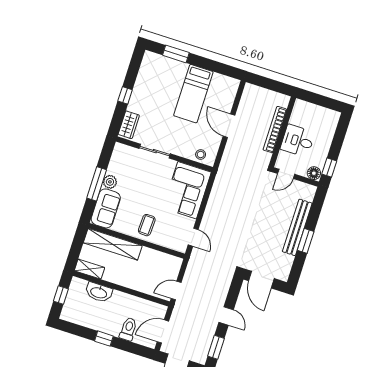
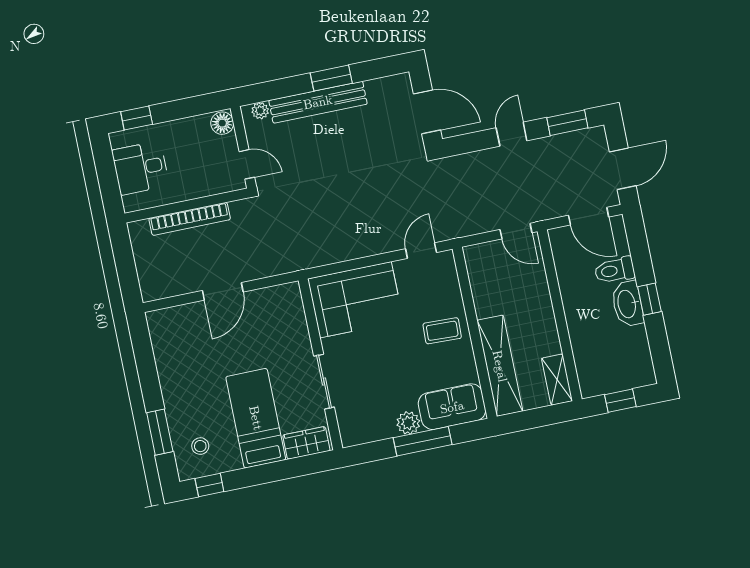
bed: (193, 94) -> (256, 418), moved, turned -90
window: (125, 95) -> (209, 485), moved
desk: (298, 141) -> (140, 168), moved, turned 90
stool: (201, 154) -> (200, 446), moved
window: (329, 167) -> (137, 118), moved
plant: (309, 196) -> (260, 111), added
door: (261, 280) -> (427, 112), hinge flipped
washbasin: (99, 292) -> (627, 304), moved, turned 180

